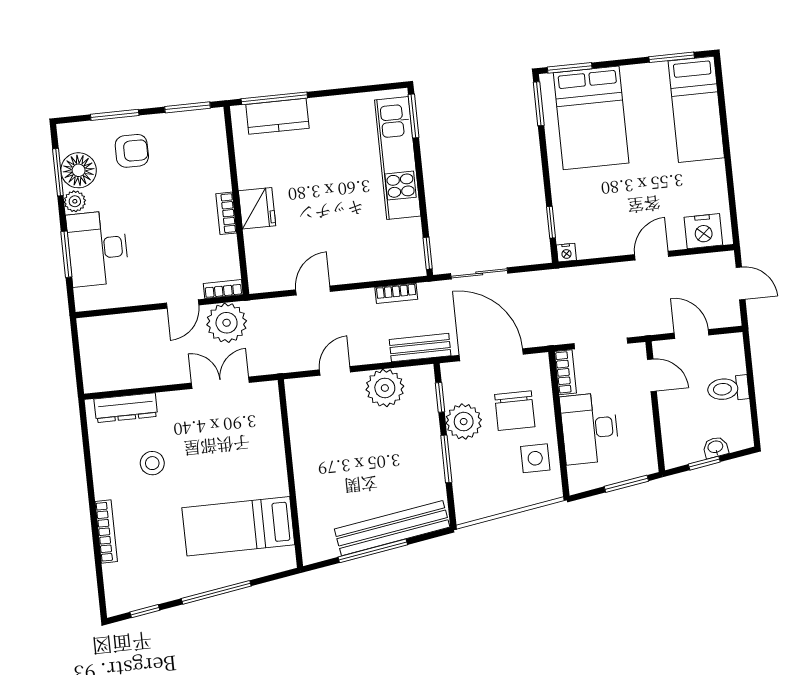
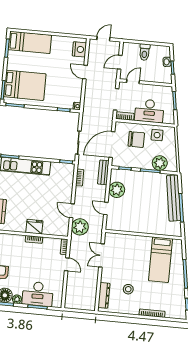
plant: (227, 323) -> (80, 227), moved
plant: (464, 422) -> (160, 163), moved

